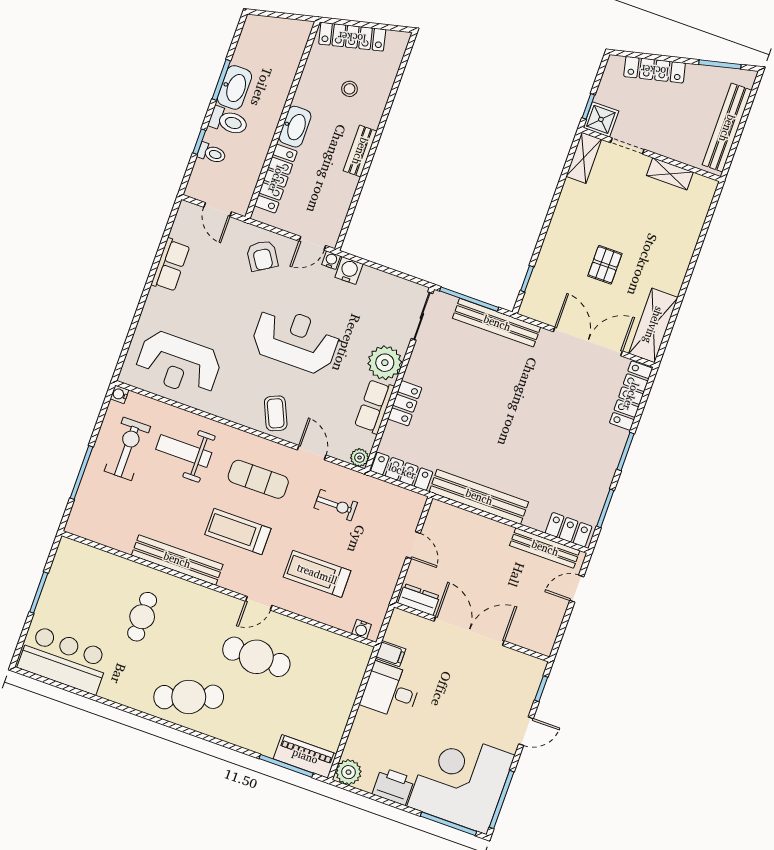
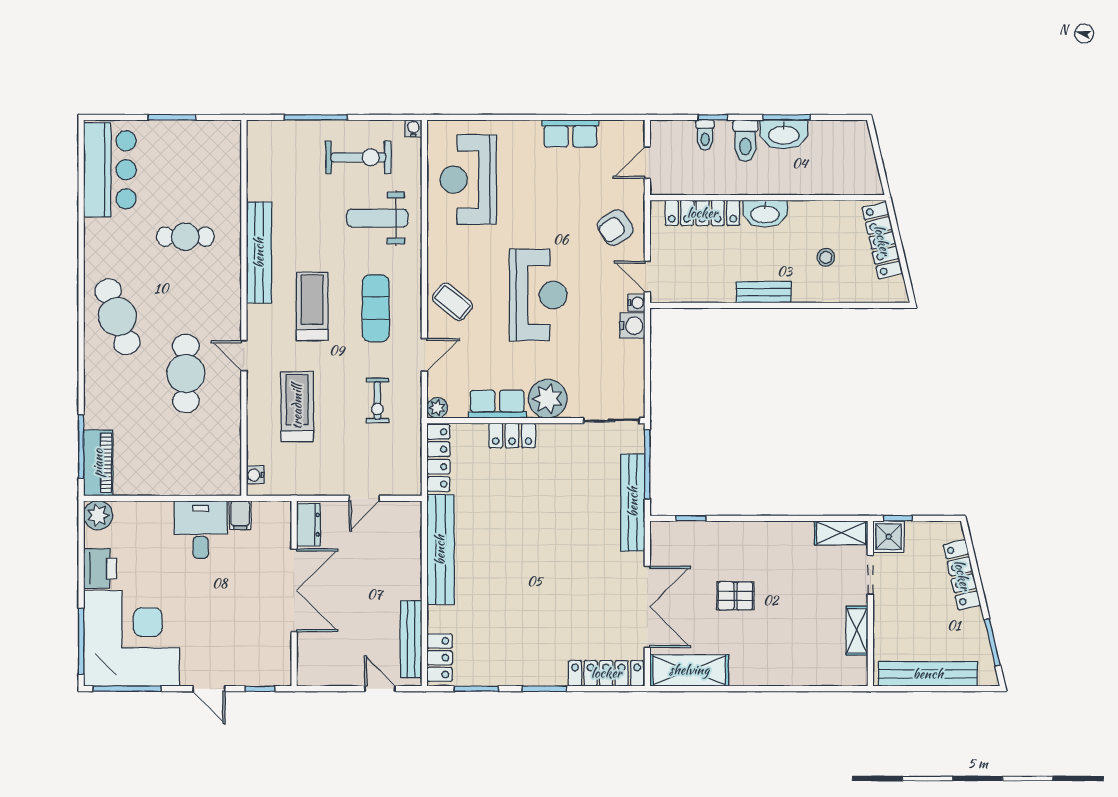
coffee table: (276, 413) -> (452, 302), turned 63
weight bench: (184, 451) -> (377, 218), turned -90

